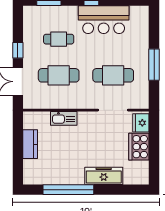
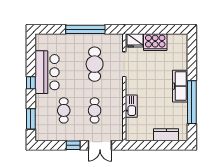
window: (154, 65) -> (85, 29), width x1.46
cafe table: (59, 75) -> (95, 110), width x0.73, depth x0.74
kitchen counter: (30, 144) -> (166, 135), moved
freezer: (104, 176) -> (180, 86), moved

